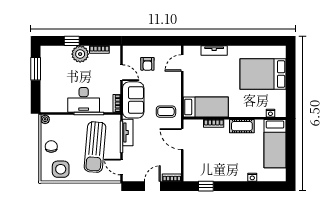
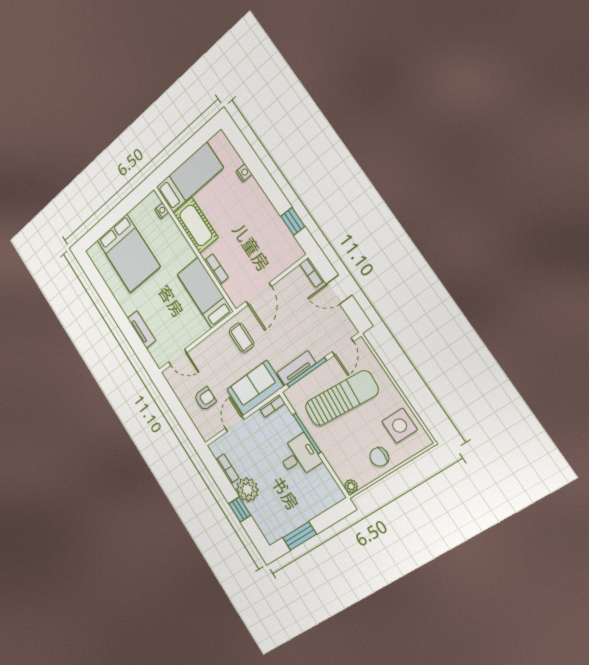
desk: (84, 100) -> (299, 456), width x0.73
cot: (242, 126) -> (196, 225), width x1.37, depth x1.34

